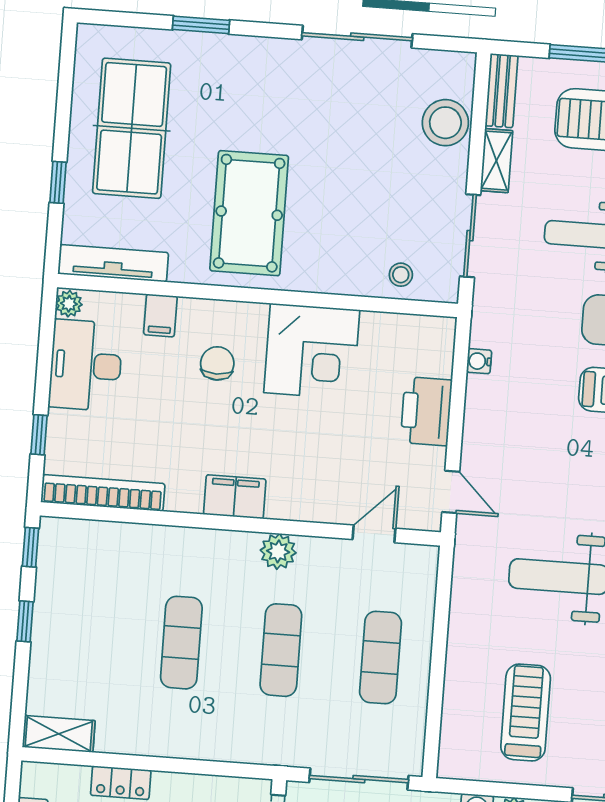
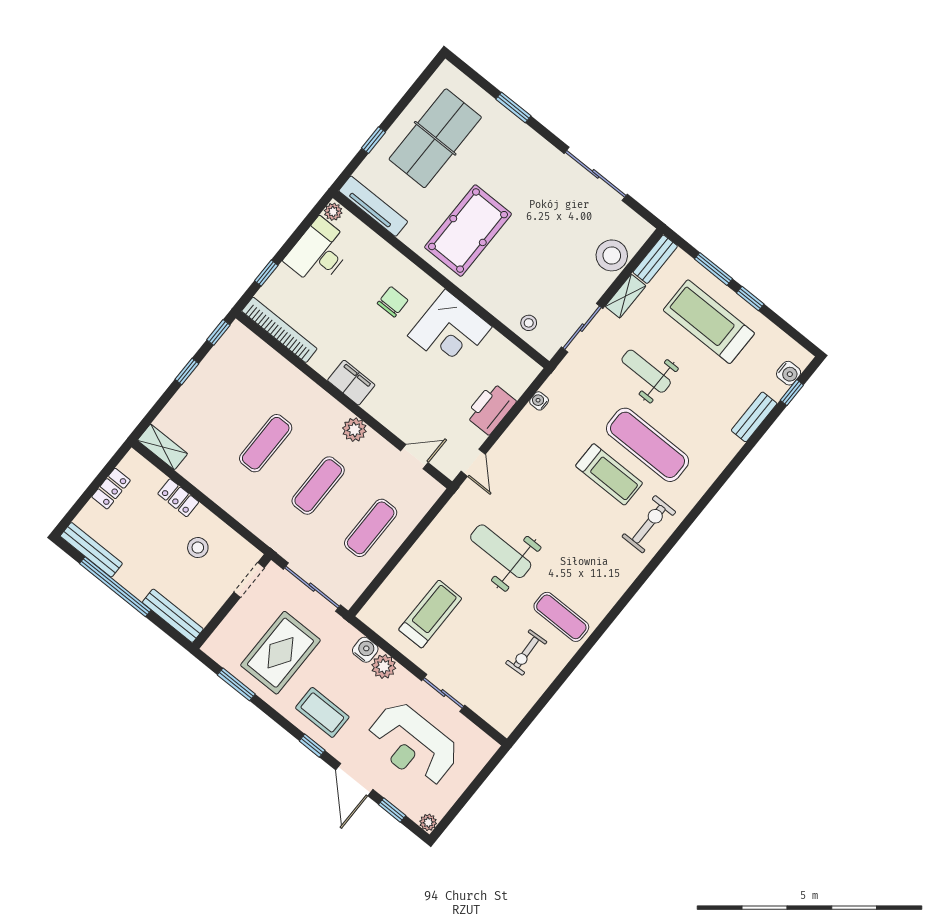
filing cabinet: (160, 315) -> (379, 253), removed

